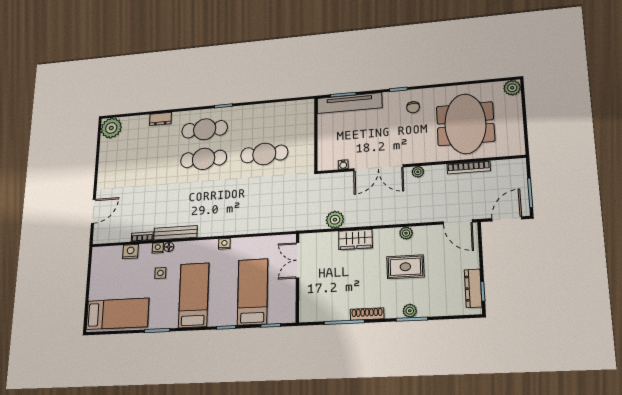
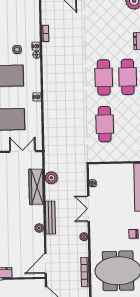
double door: (378, 168) -> (89, 209), width x0.73
bench: (175, 233) -> (50, 217), moved
wardrobe: (355, 239) -> (36, 187), width x1.50
nightstand: (130, 252) -> (34, 25), removed
rug: (405, 267) -> (15, 227), removed

